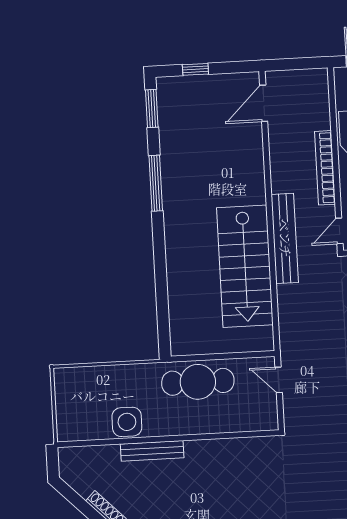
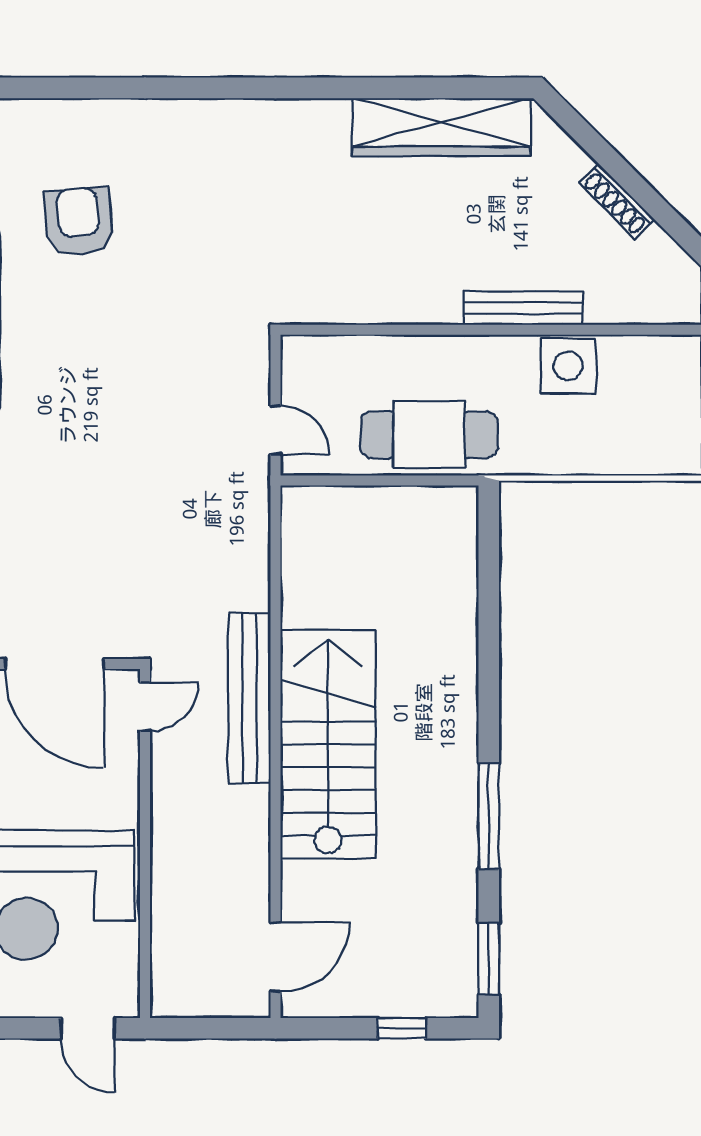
bookcase: (325, 168) -> (166, 828), removed
stairs: (245, 266) -> (328, 744), moved

